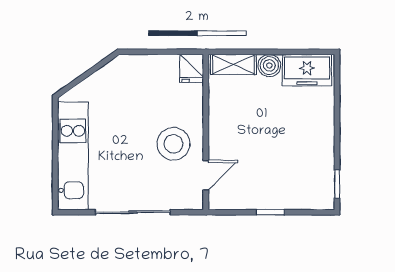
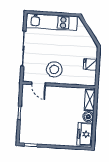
fridge: (192, 68) -> (90, 64), moved

